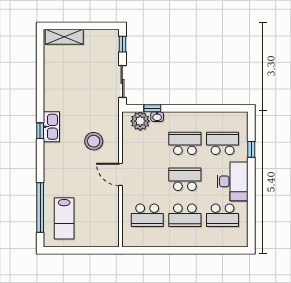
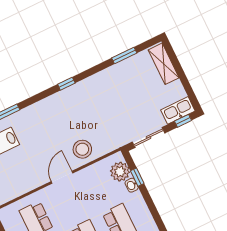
window: (40, 68) -> (124, 56), added
kitchen sink: (51, 127) -> (178, 110), moved, turned 180
stool: (94, 141) -> (82, 149), moved

